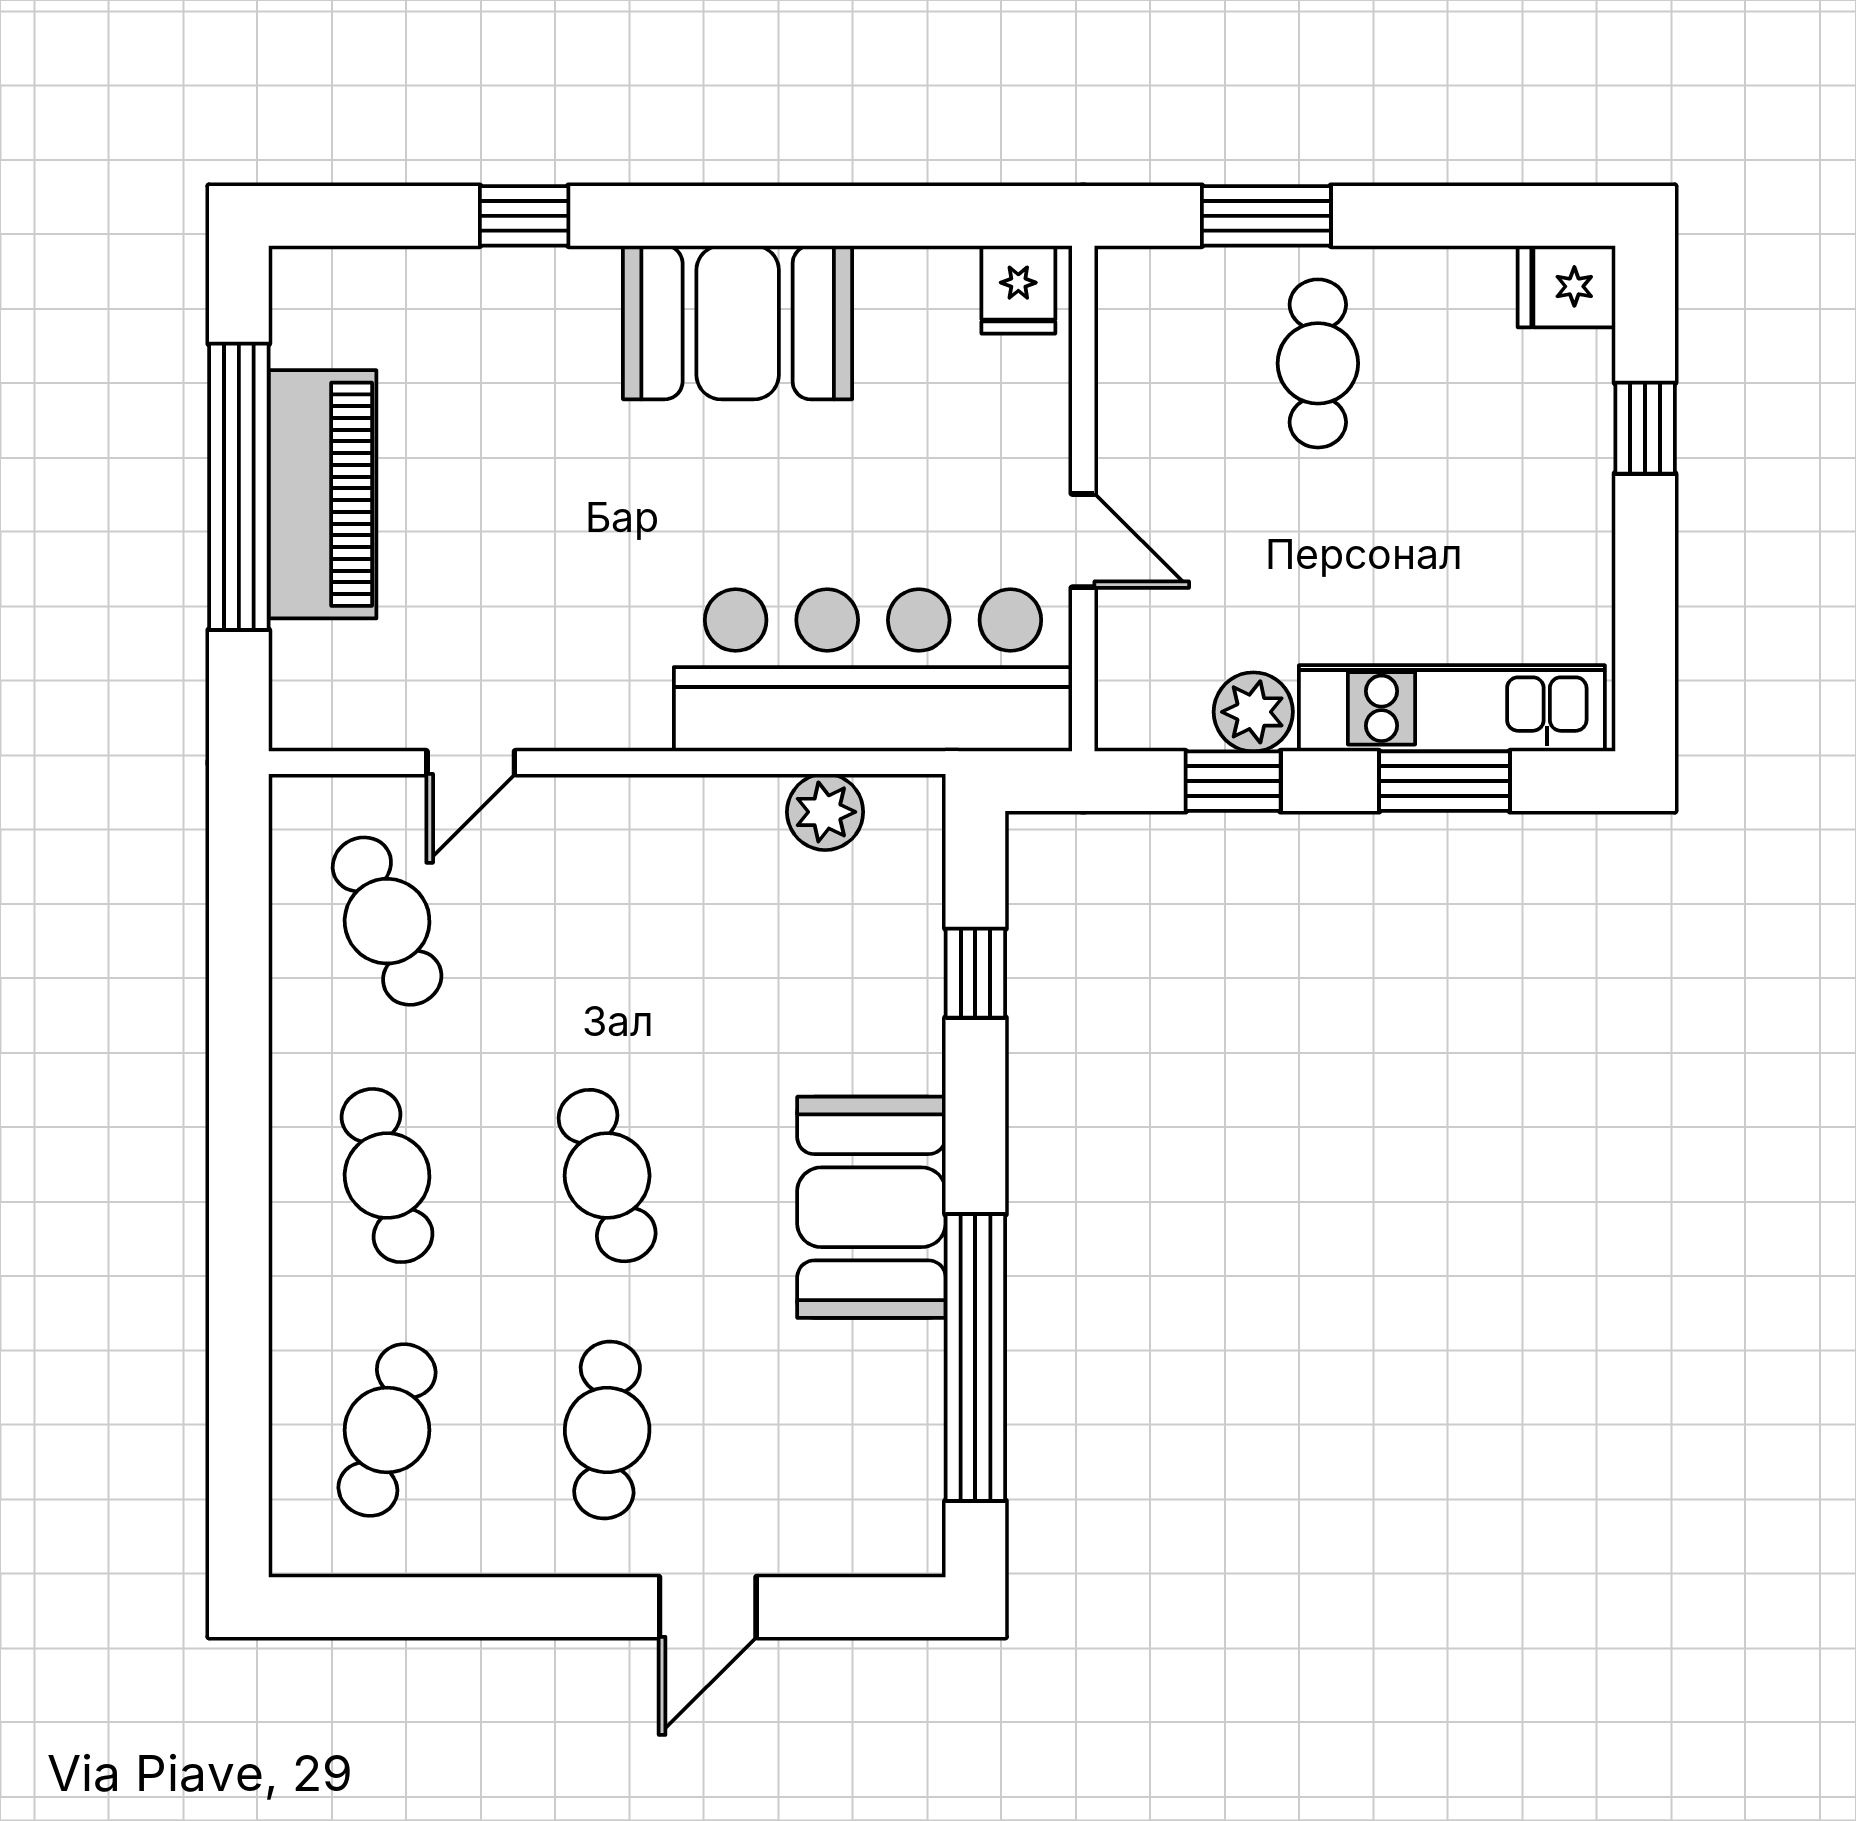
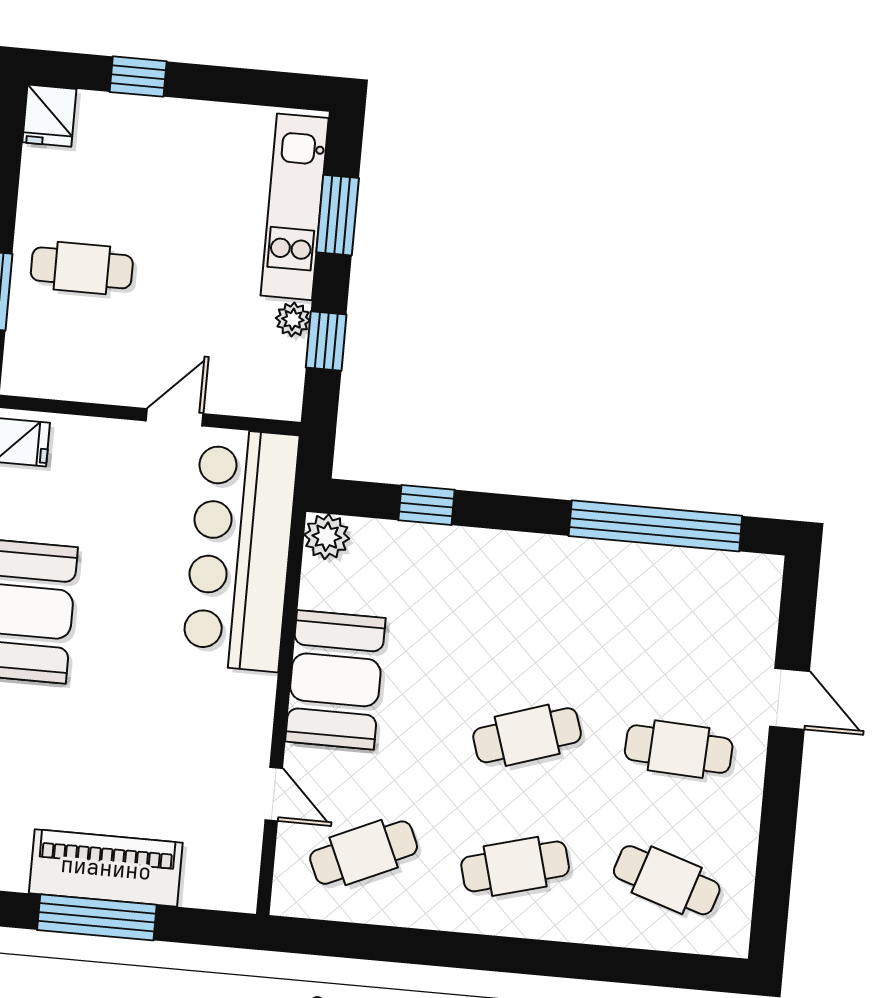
window: (239, 487) -> (97, 917), width x0.68
plant: (1253, 712) -> (293, 319), width x0.73, depth x0.73
plant: (825, 812) -> (327, 537), moved
booth: (871, 1207) -> (335, 680), moved, turned 90

